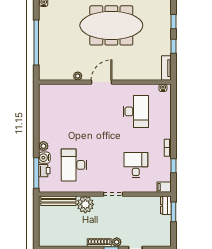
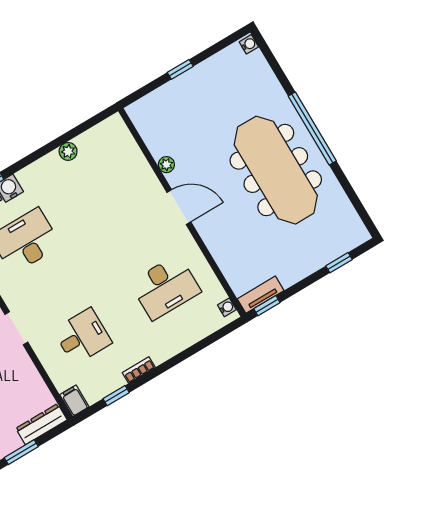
window: (36, 42) -> (180, 69), width x0.32
window: (174, 46) -> (267, 306), moved
plant: (43, 146) -> (68, 151), moved
dresser: (166, 205) -> (41, 424), width x1.44
window: (174, 212) -> (21, 452), moved

